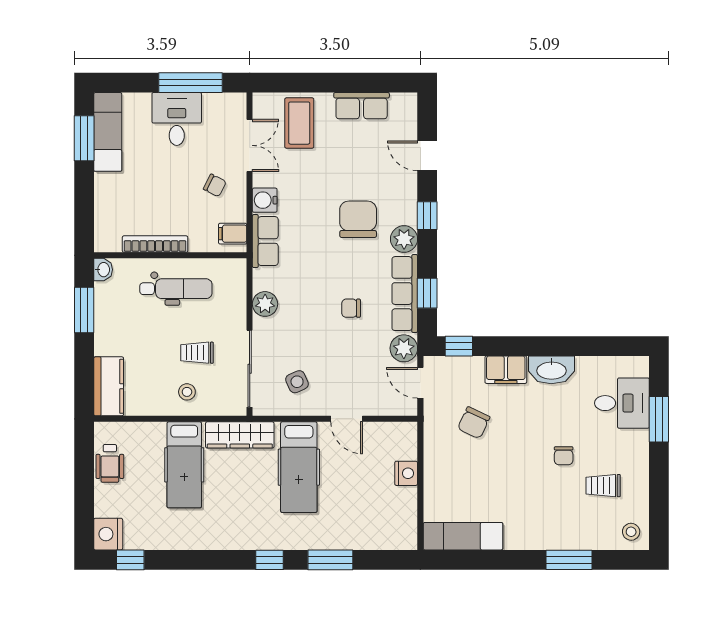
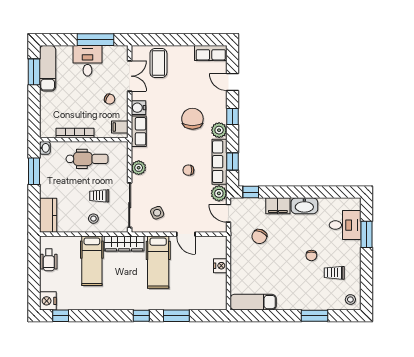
row of seats: (362, 106) -> (211, 53), moved

